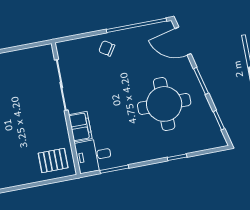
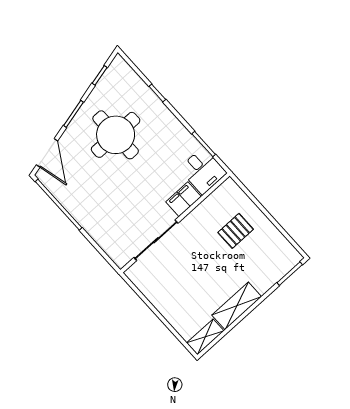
chair: (107, 48) -> (97, 219), removed
pallet: (53, 160) -> (236, 231), moved, turned 90

